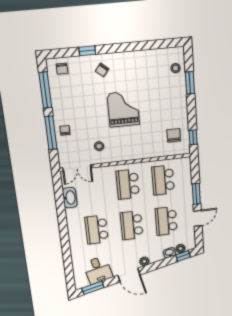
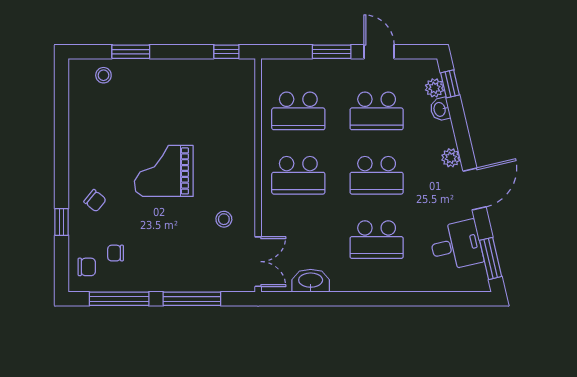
chair: (65, 130) -> (116, 253), moved
chair: (174, 135) -> (219, 86), removed

